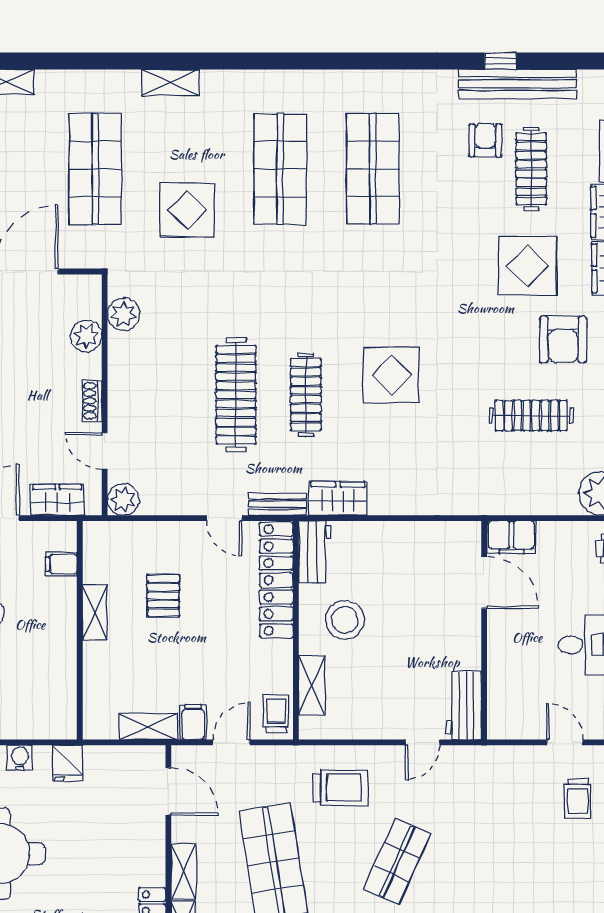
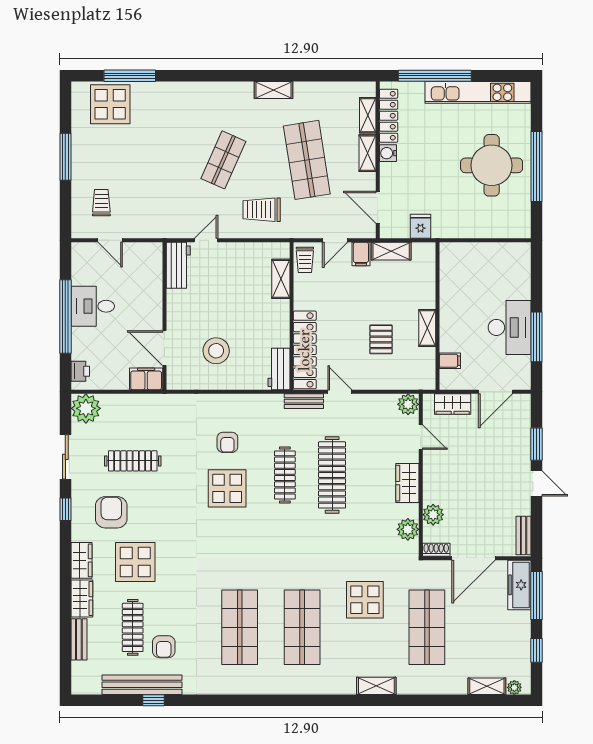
shoe rack: (92, 401) -> (436, 550), moved, turned -90
armchair: (391, 443) -> (227, 442), added
wardrobe: (338, 498) -> (407, 483), moved, turned 90
stool: (345, 620) -> (216, 351), moved
water cooler: (20, 758) -> (388, 153), moved, turned 90
fridge: (67, 763) -> (420, 226), moved

